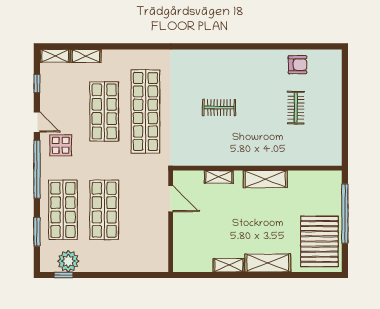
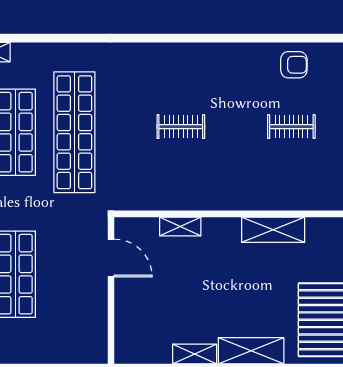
clothes rail: (296, 108) -> (291, 127), turned 90
shelving: (265, 179) -> (273, 230), moved

